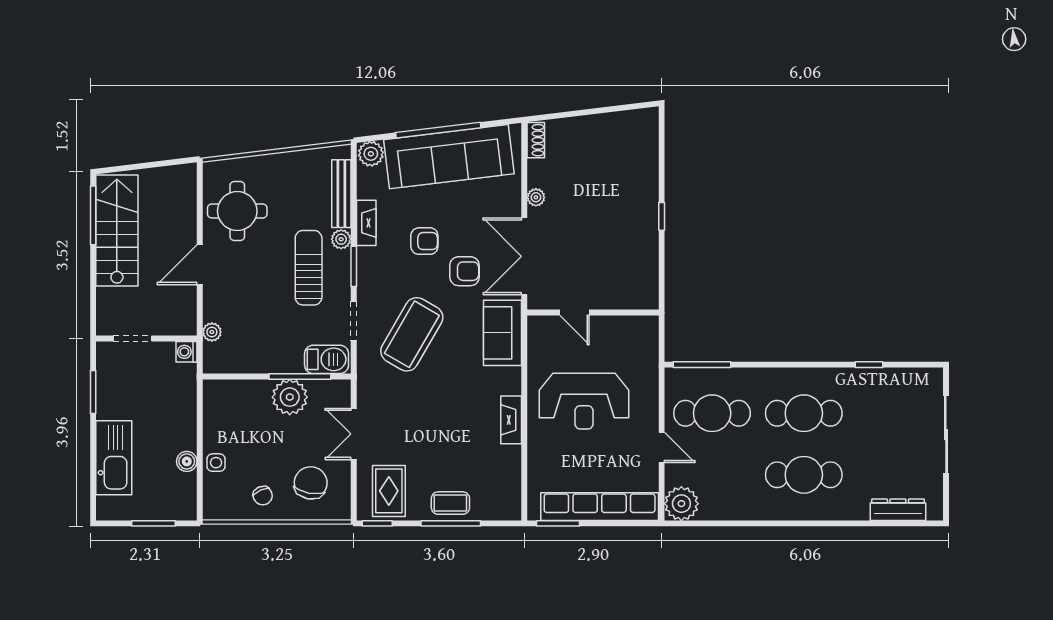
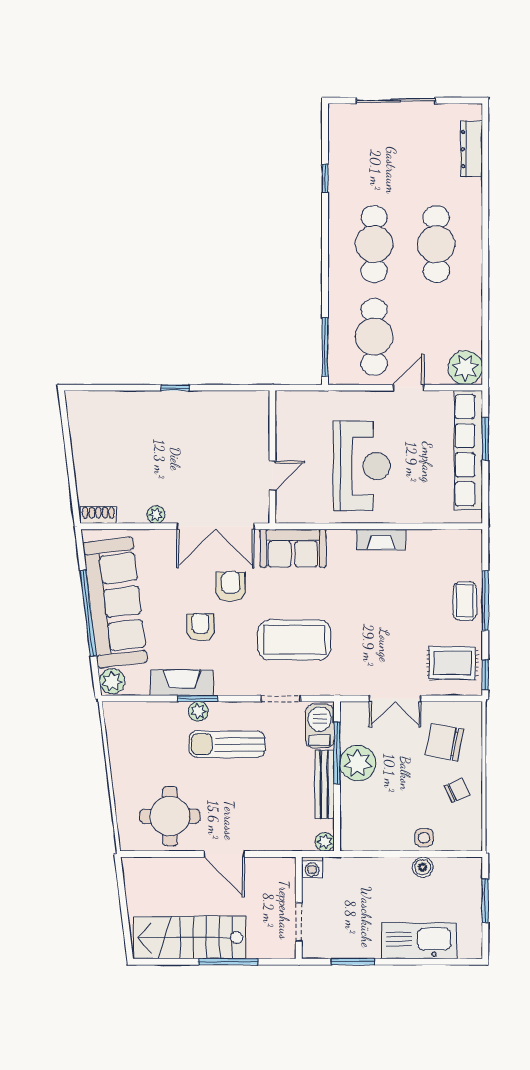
bench: (341, 194) -> (324, 784), moved, turned 90
window: (93, 215) -> (228, 962), moved
fireplace: (366, 223) -> (182, 683), width x1.37, depth x1.32
window: (354, 266) -> (197, 699), moved
plant: (212, 332) -> (325, 842), moved
coffee table: (412, 334) -> (294, 640), turned -30
window: (558, 523) -> (485, 439), moved

